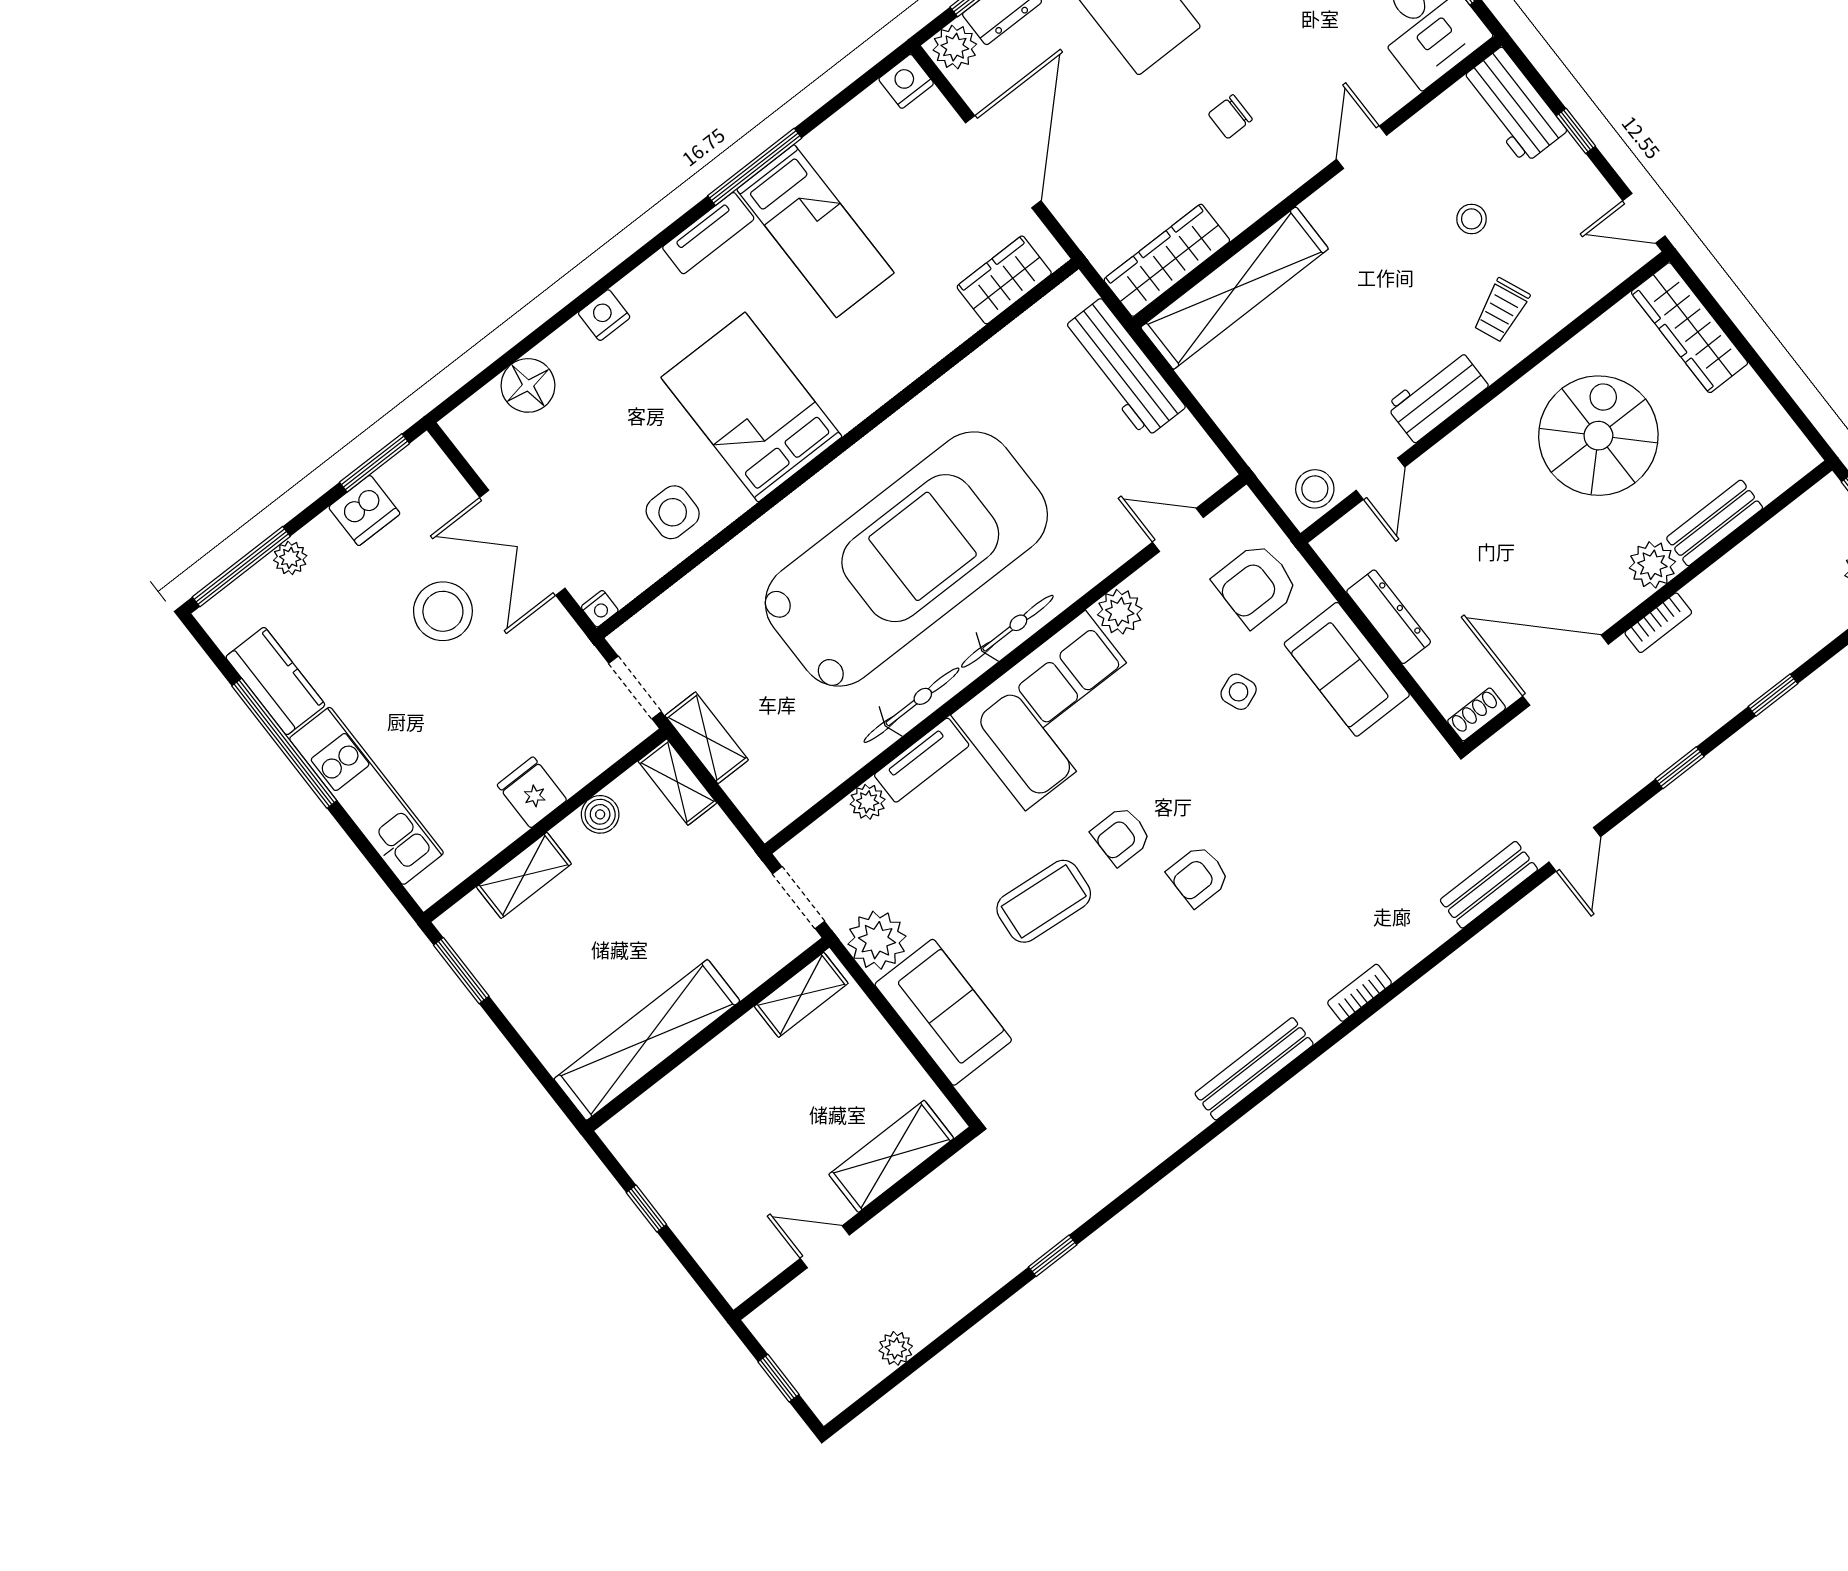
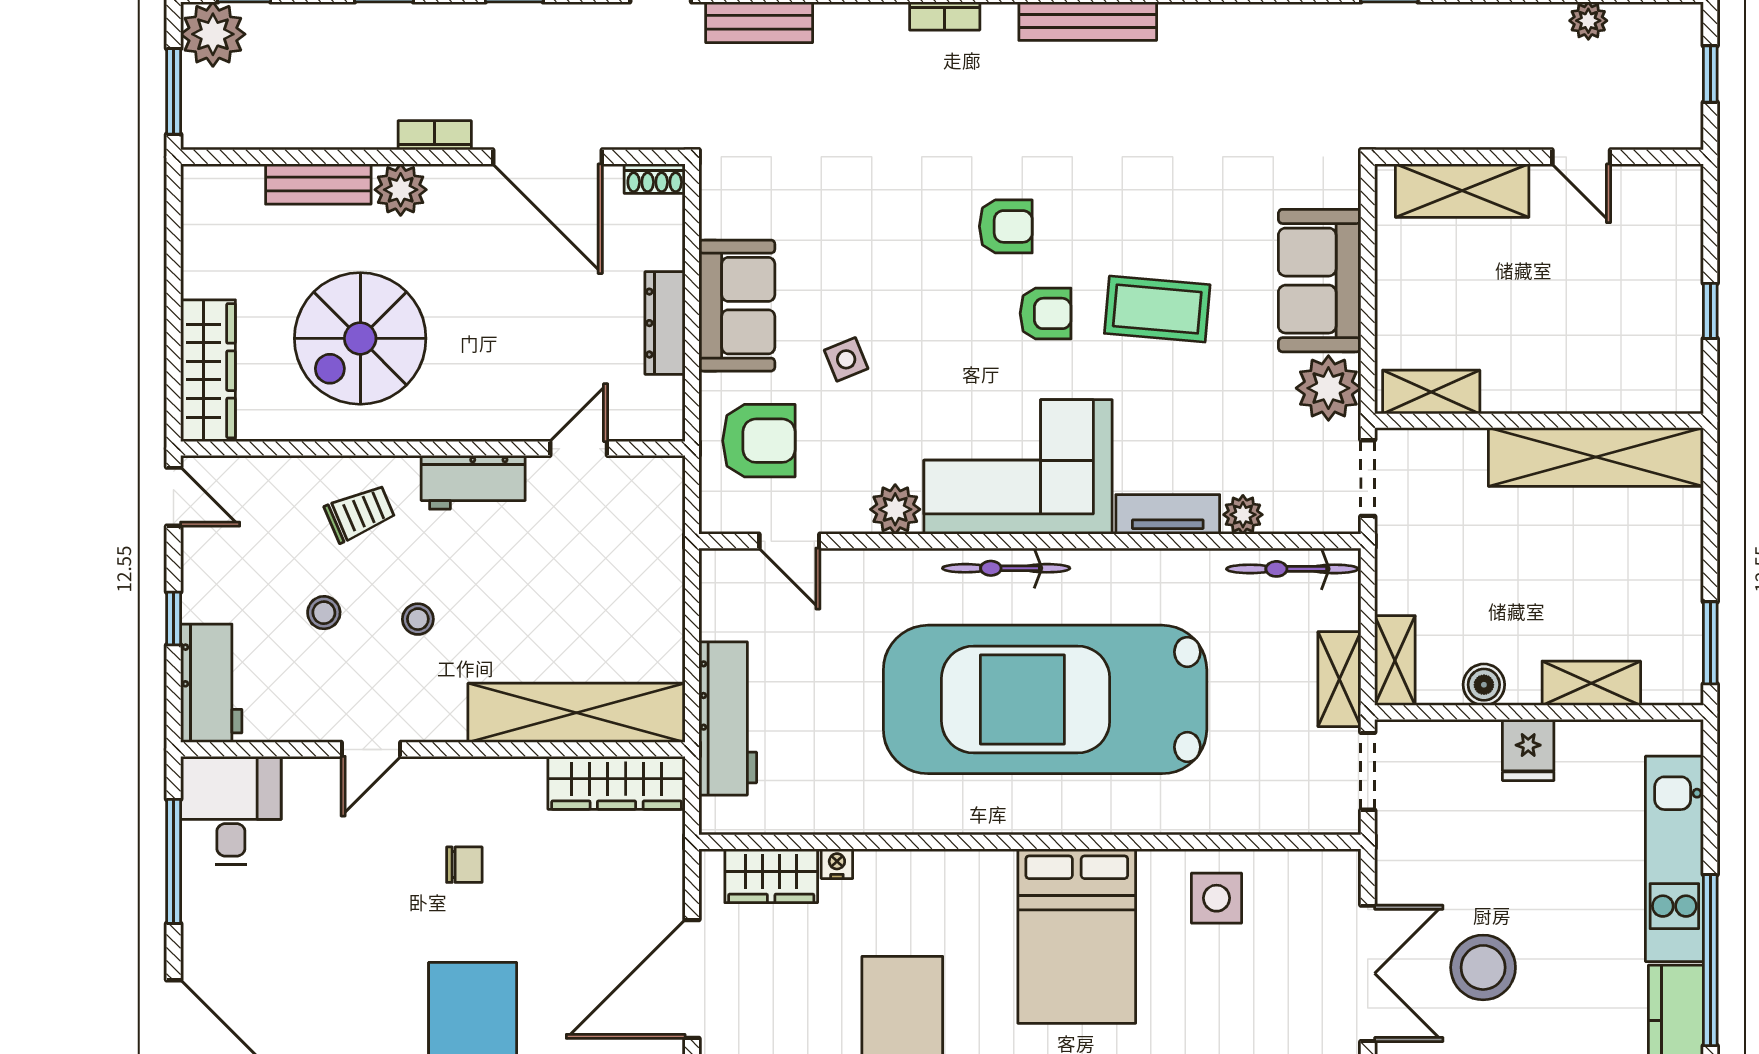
stool: (1315, 489) -> (418, 619), moved, width x0.73, depth x0.73
nightstand: (600, 609) -> (837, 864), moved
bicycle: (911, 705) -> (1292, 569), moved

